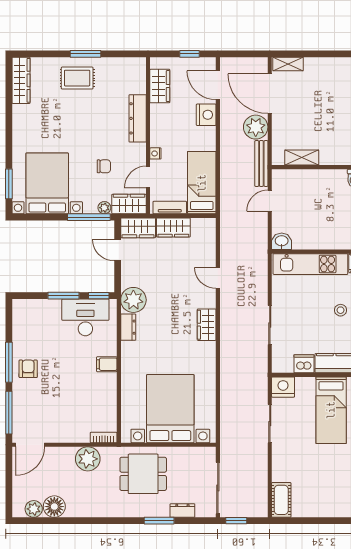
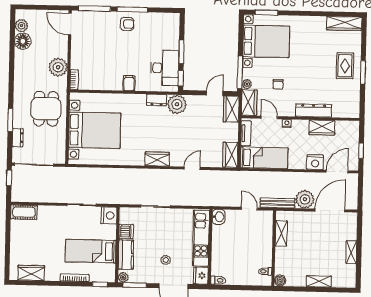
shelving: (288, 64) -> (351, 252), moved
wardrobe: (160, 86) -> (322, 127), moved
wardrobe: (173, 227) -> (230, 155), moved

